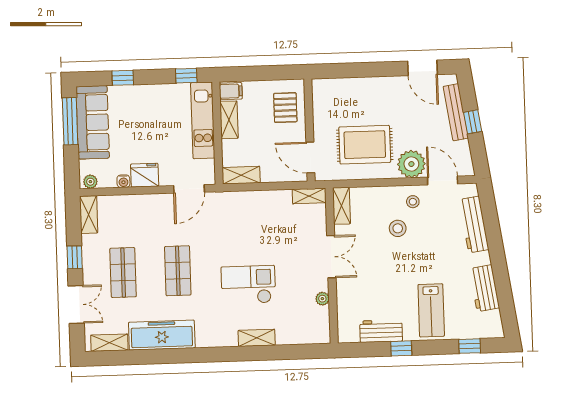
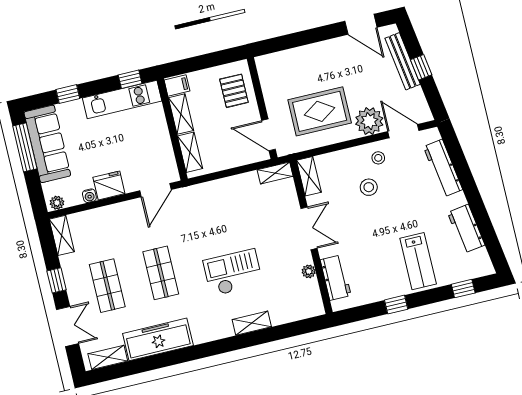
kitchen unit: (203, 120) -> (122, 100), moved, turned -90
shelving: (241, 175) -> (190, 152), moved, turned 90
workbench: (381, 331) -> (336, 278), moved, turned 90

